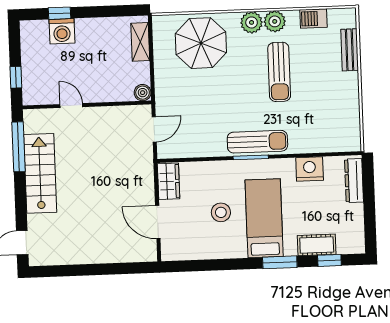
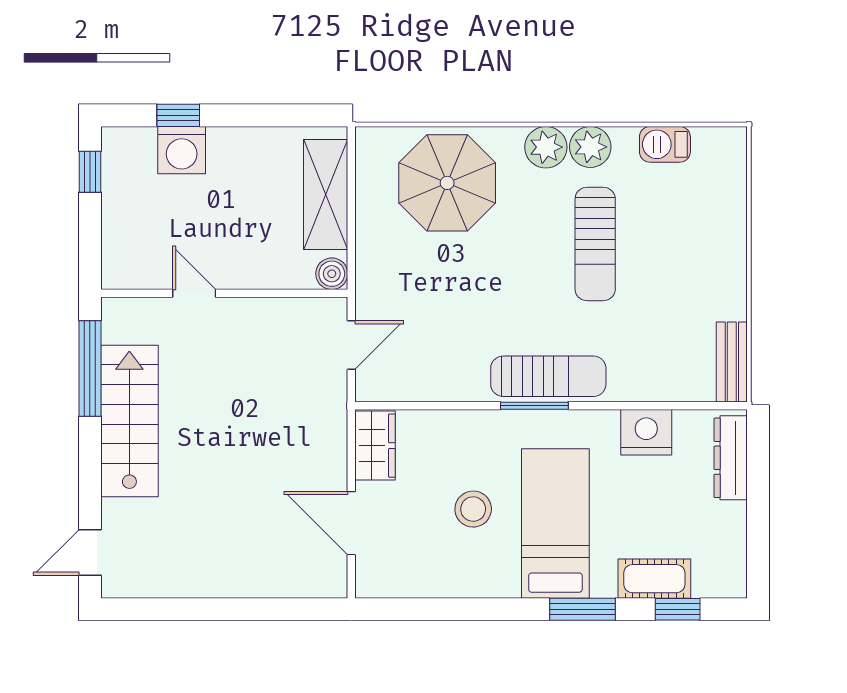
shelving: (140, 42) -> (326, 195), width x1.50, depth x1.33
bench: (350, 50) -> (732, 362), moved
window: (16, 77) -> (90, 172), moved

